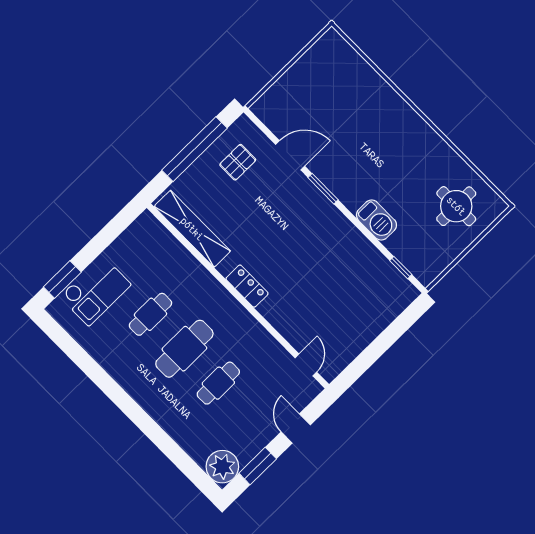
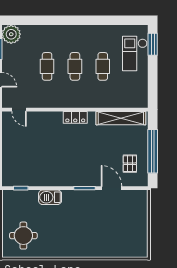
door: (290, 155) -> (111, 188), swing flipped
cafe table: (184, 349) -> (75, 66), width x0.73, depth x0.74

